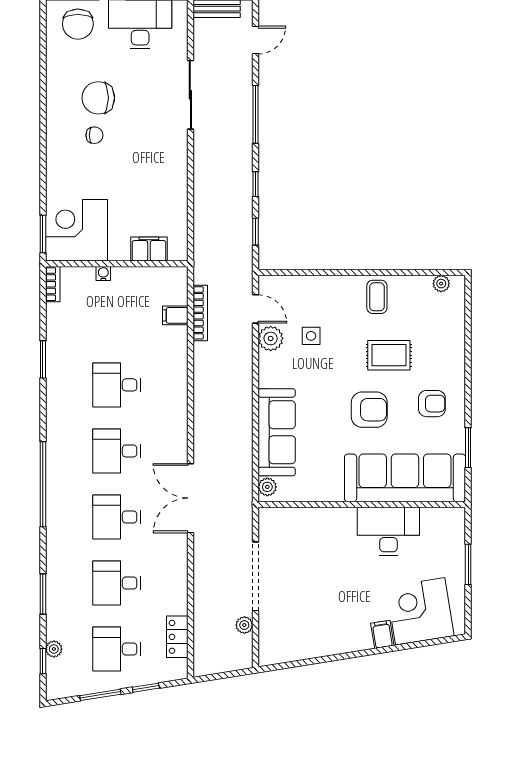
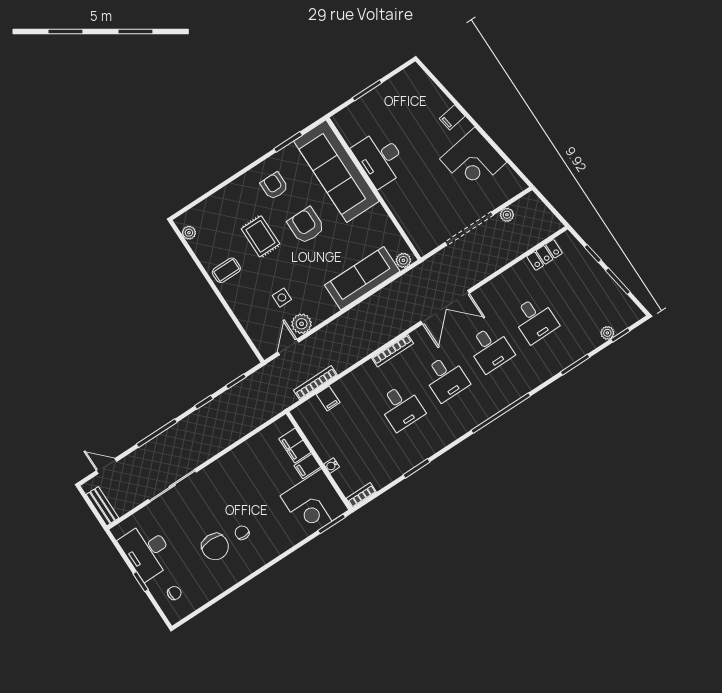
chair: (78, 24) -> (174, 593), width x0.54, depth x0.54
filing cabinet: (119, 248) -> (307, 466), added
bookcase: (181, 414) -> (393, 351), added
corner desk: (420, 611) -> (473, 161), moved
desk: (117, 649) -> (580, 290), removed

